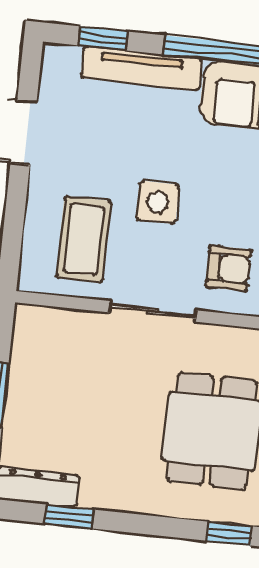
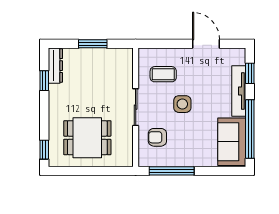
coffee table: (84, 239) -> (163, 74), width x0.73, depth x0.77
armchair: (228, 268) -> (157, 137), turned 90

